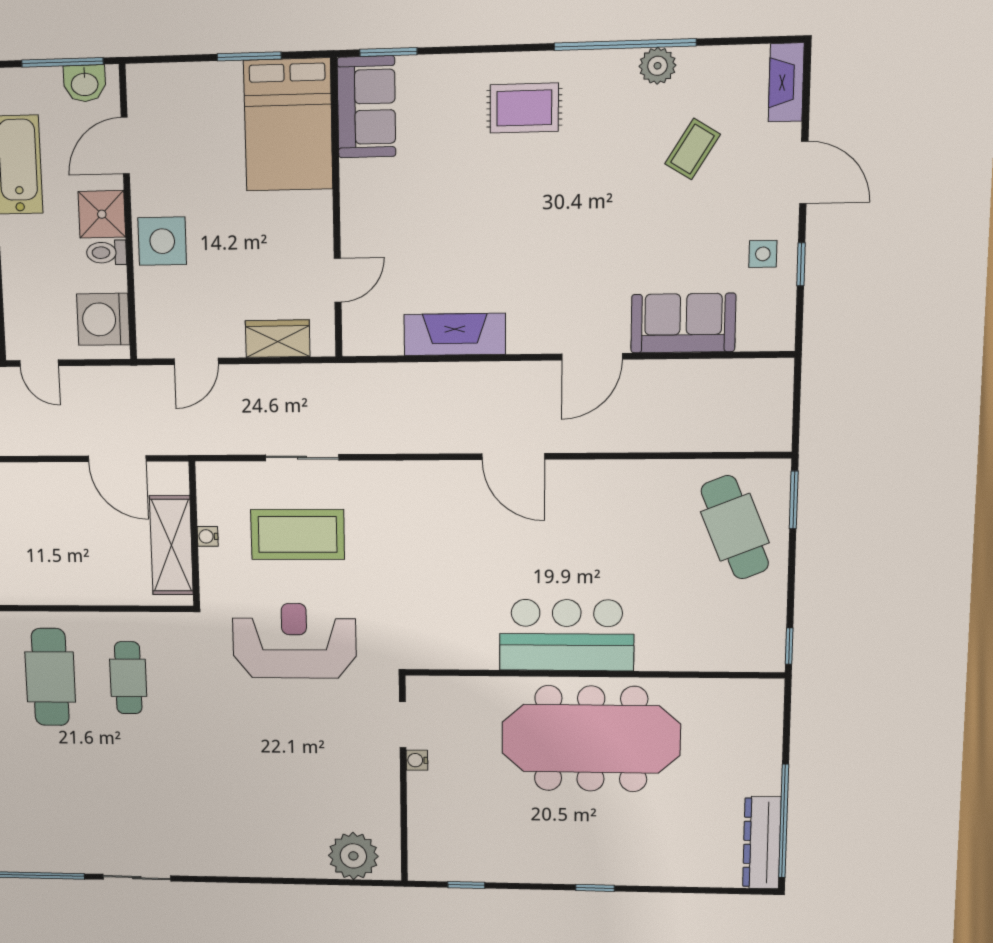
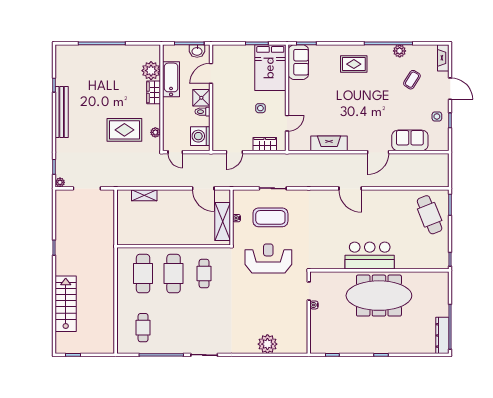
side table: (162, 241) -> (260, 108), moved, width x0.54, depth x0.54
plant: (353, 856) -> (267, 344), moved

